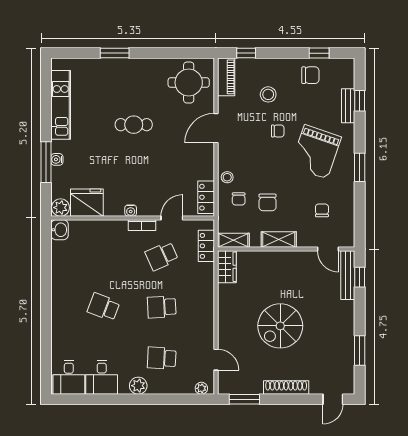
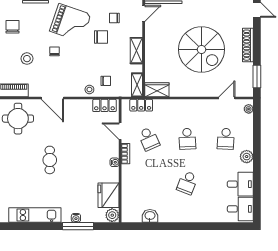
chair: (268, 202) -> (101, 37), moved
washbasin: (60, 230) -> (150, 216), moved
spiral stairs: (280, 326) -> (202, 49), width x1.37, depth x1.37

